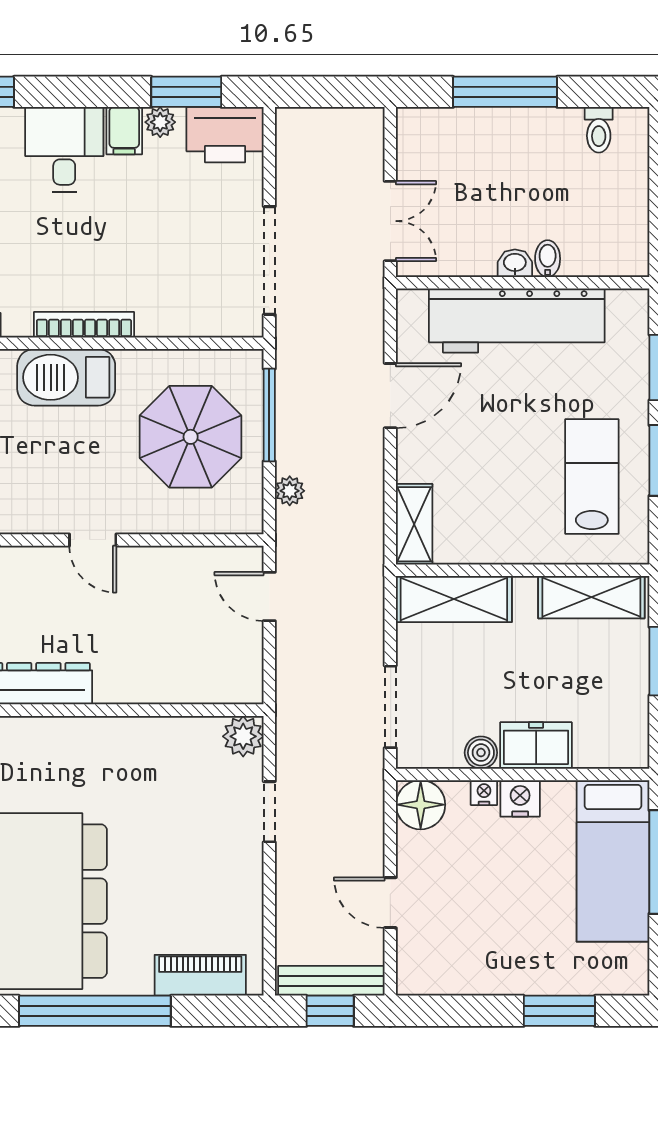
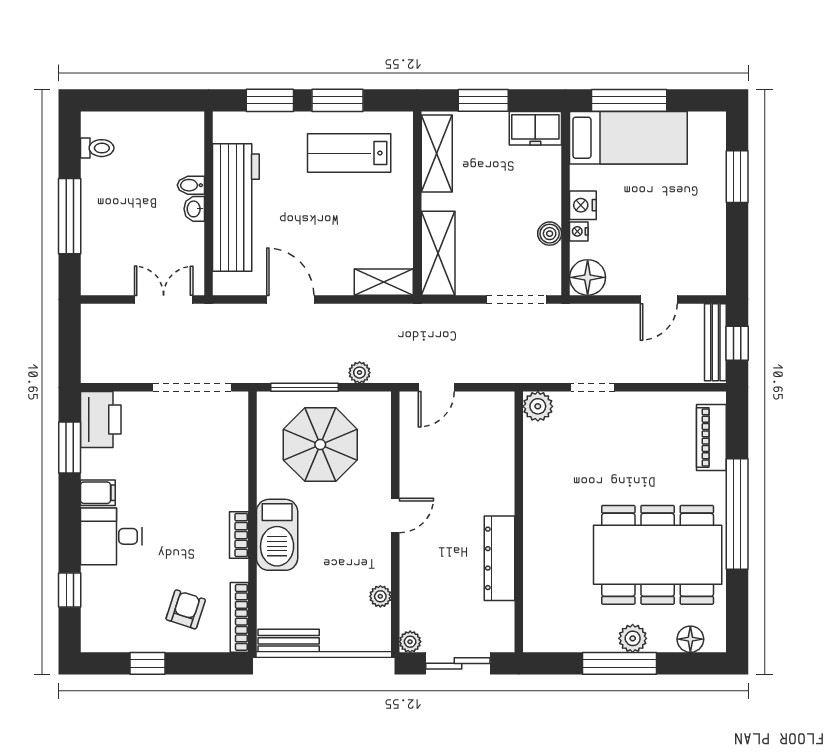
plant: (160, 122) -> (92, 467), removed
bookcase: (84, 325) -> (239, 535), width x0.64
freezer: (536, 745) -> (535, 128), moved, turned -90

